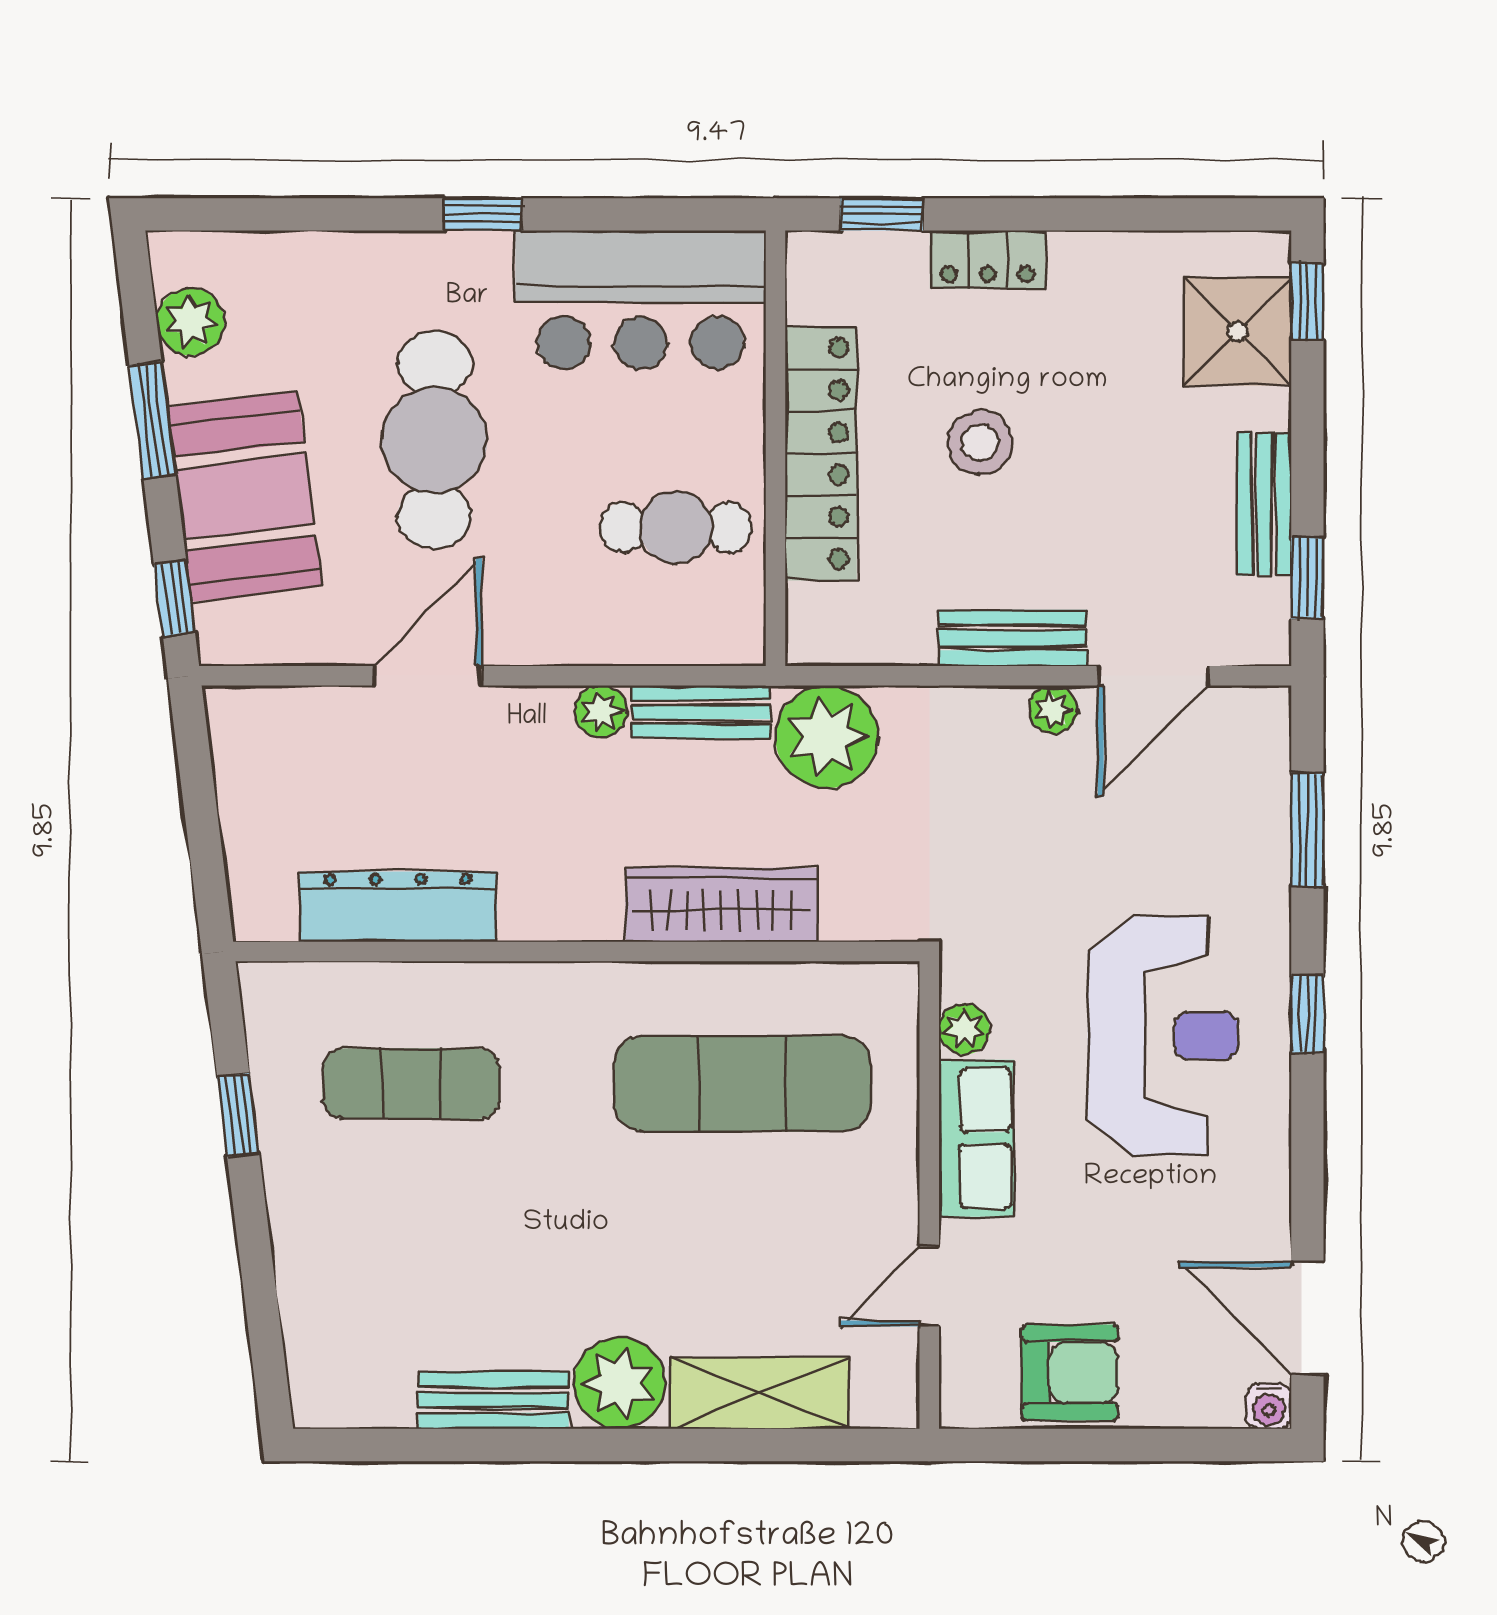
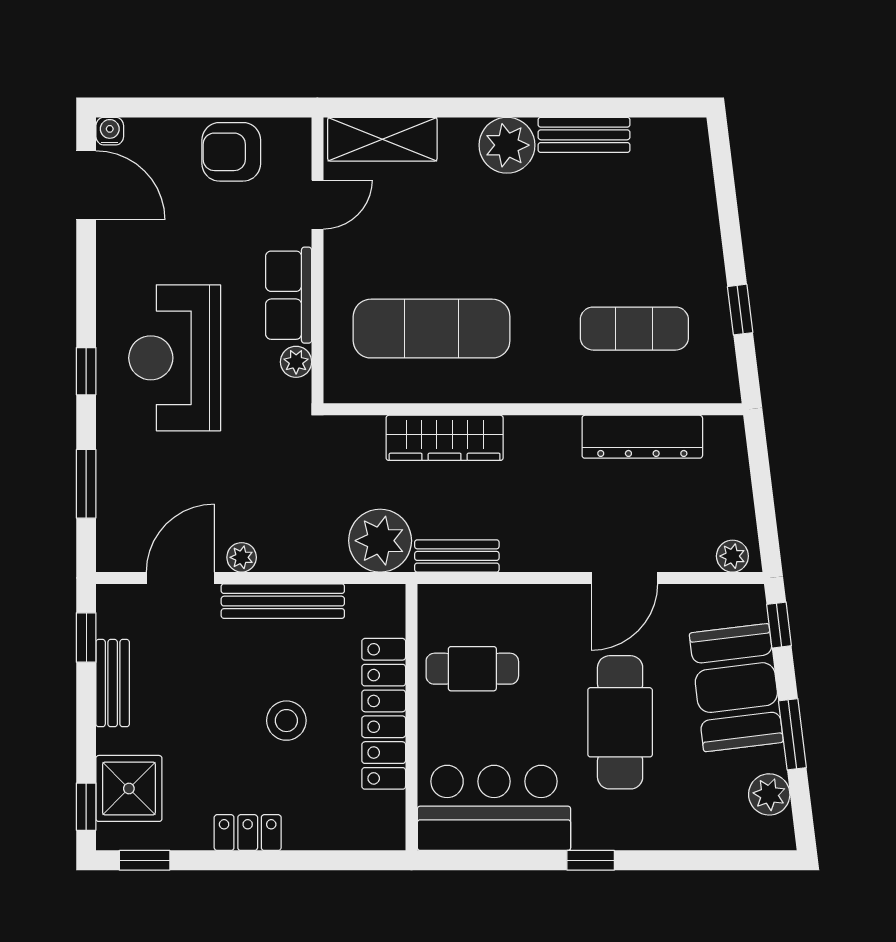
window: (882, 214) -> (145, 860), moved
locker: (988, 260) -> (248, 833), moved
bench: (1013, 638) -> (283, 601), width x1.36
plant: (601, 712) -> (732, 556), moved
shelving: (760, 1393) -> (382, 139), moved

